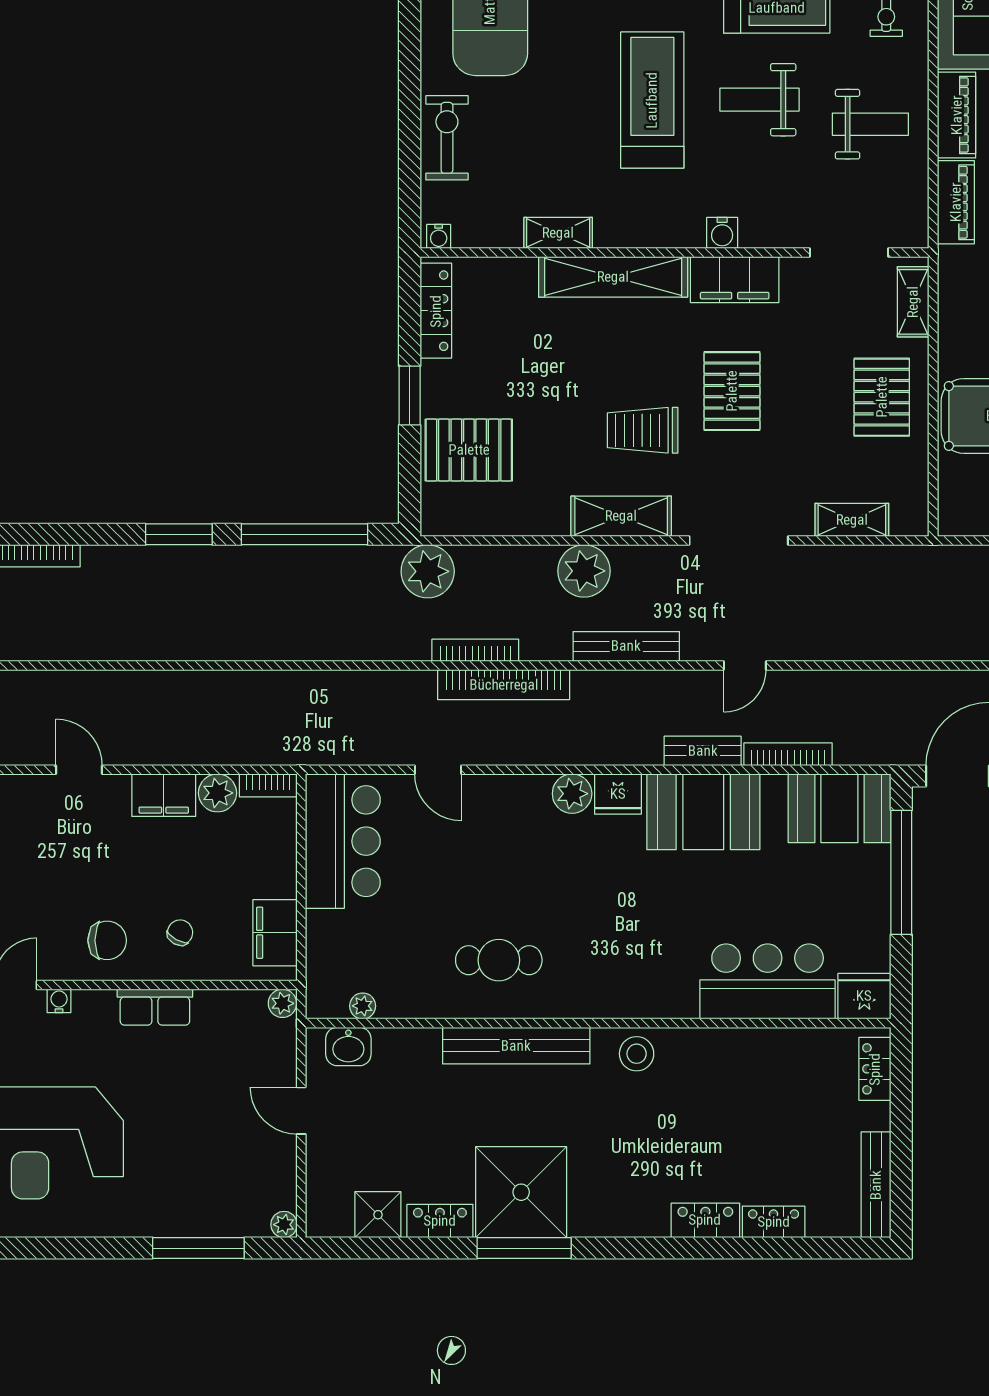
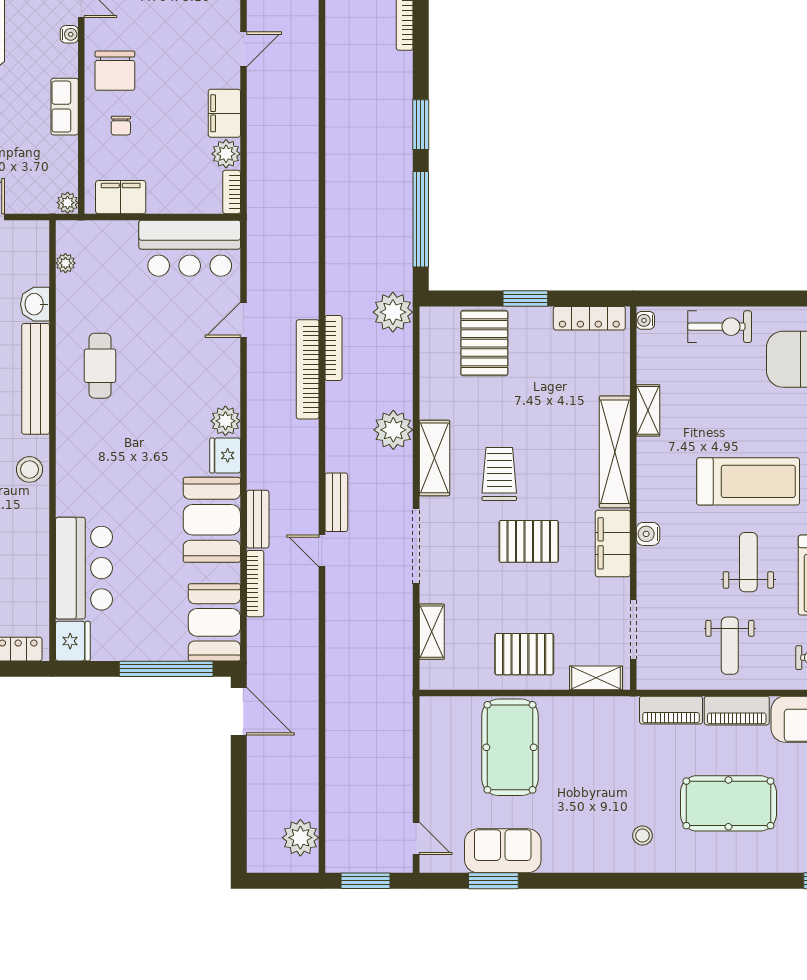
bench: (626, 646) -> (336, 502), moved, width x0.73
chair: (180, 933) -> (121, 126), turned 61
chair: (107, 940) -> (115, 71), width x1.37, depth x1.37
washbasin: (348, 1046) -> (35, 304), moved

